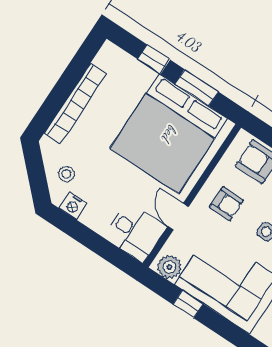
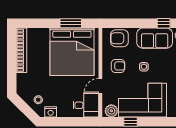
window: (154, 59) -> (43, 23), removed
bookcase: (75, 103) -> (21, 50), moved
door: (178, 217) -> (100, 86), hinge flipped

